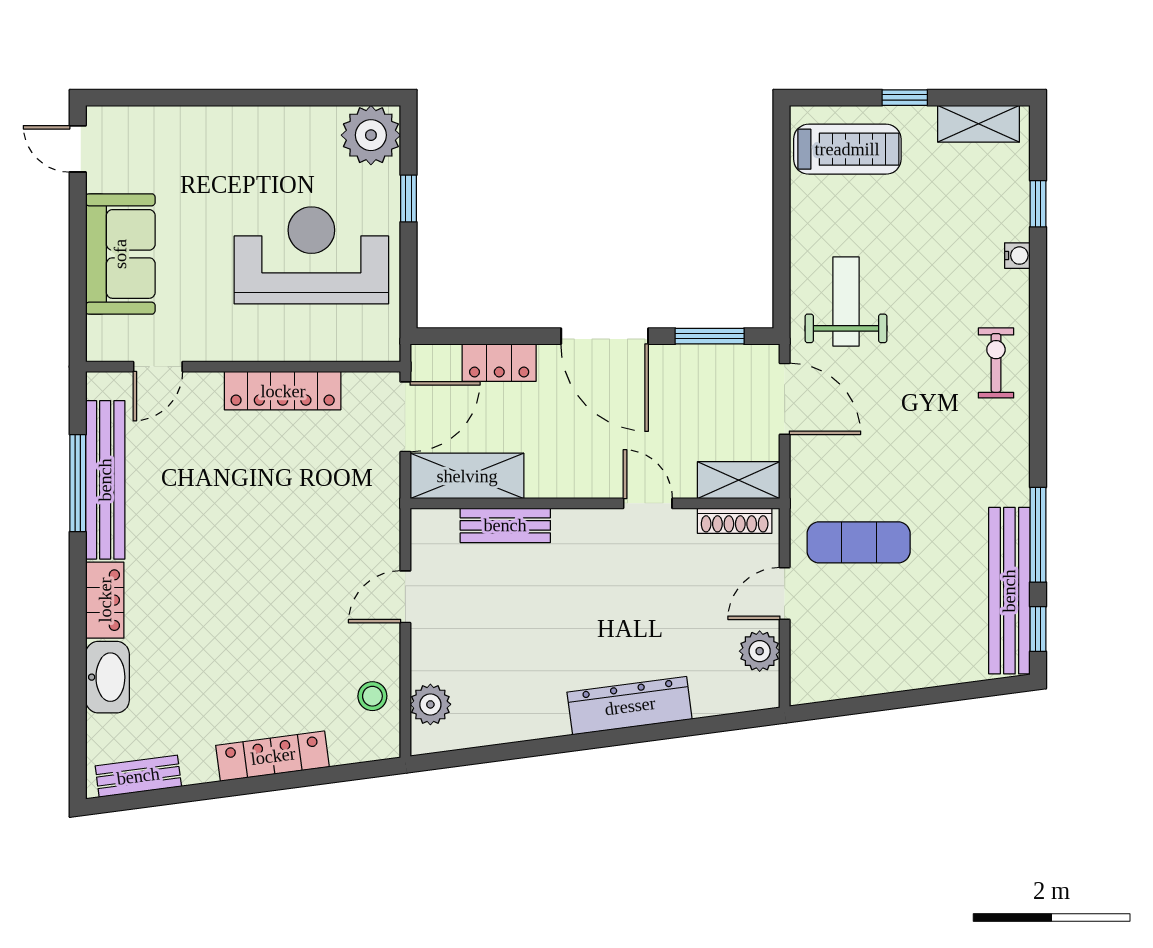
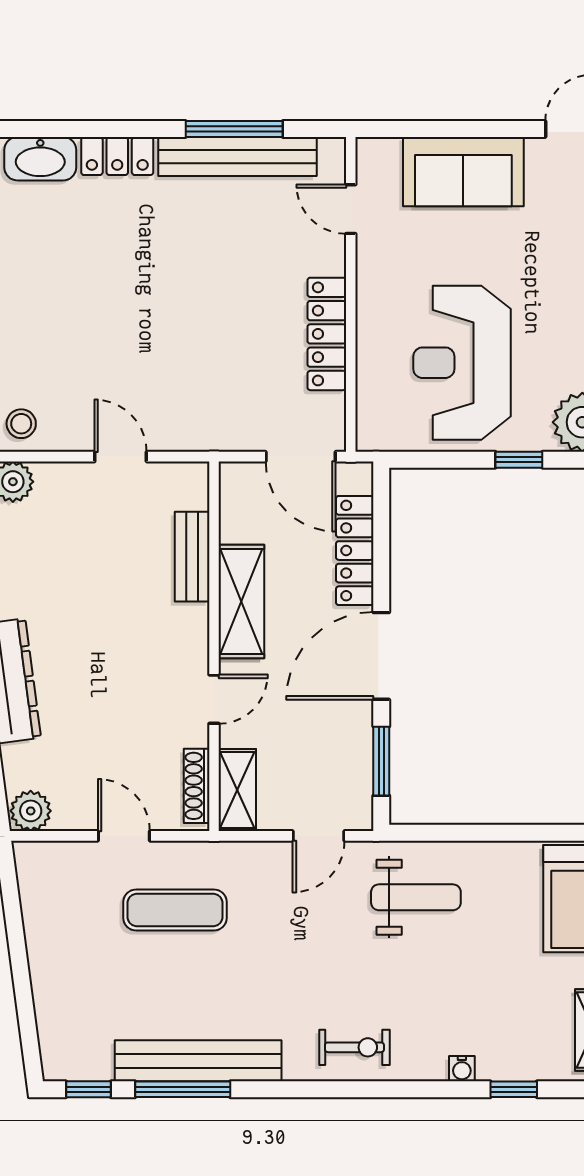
reception desk: (311, 255) -> (462, 363), turned 180
locker: (499, 363) -> (355, 551), width x1.53
door: (785, 399) -> (318, 836), width x0.73
shelving: (467, 476) -> (241, 602), moved
exercise mat: (859, 542) -> (175, 910), turned 90
bench: (1009, 591) -> (198, 1061), moved
plant: (760, 651) -> (31, 811), moved

